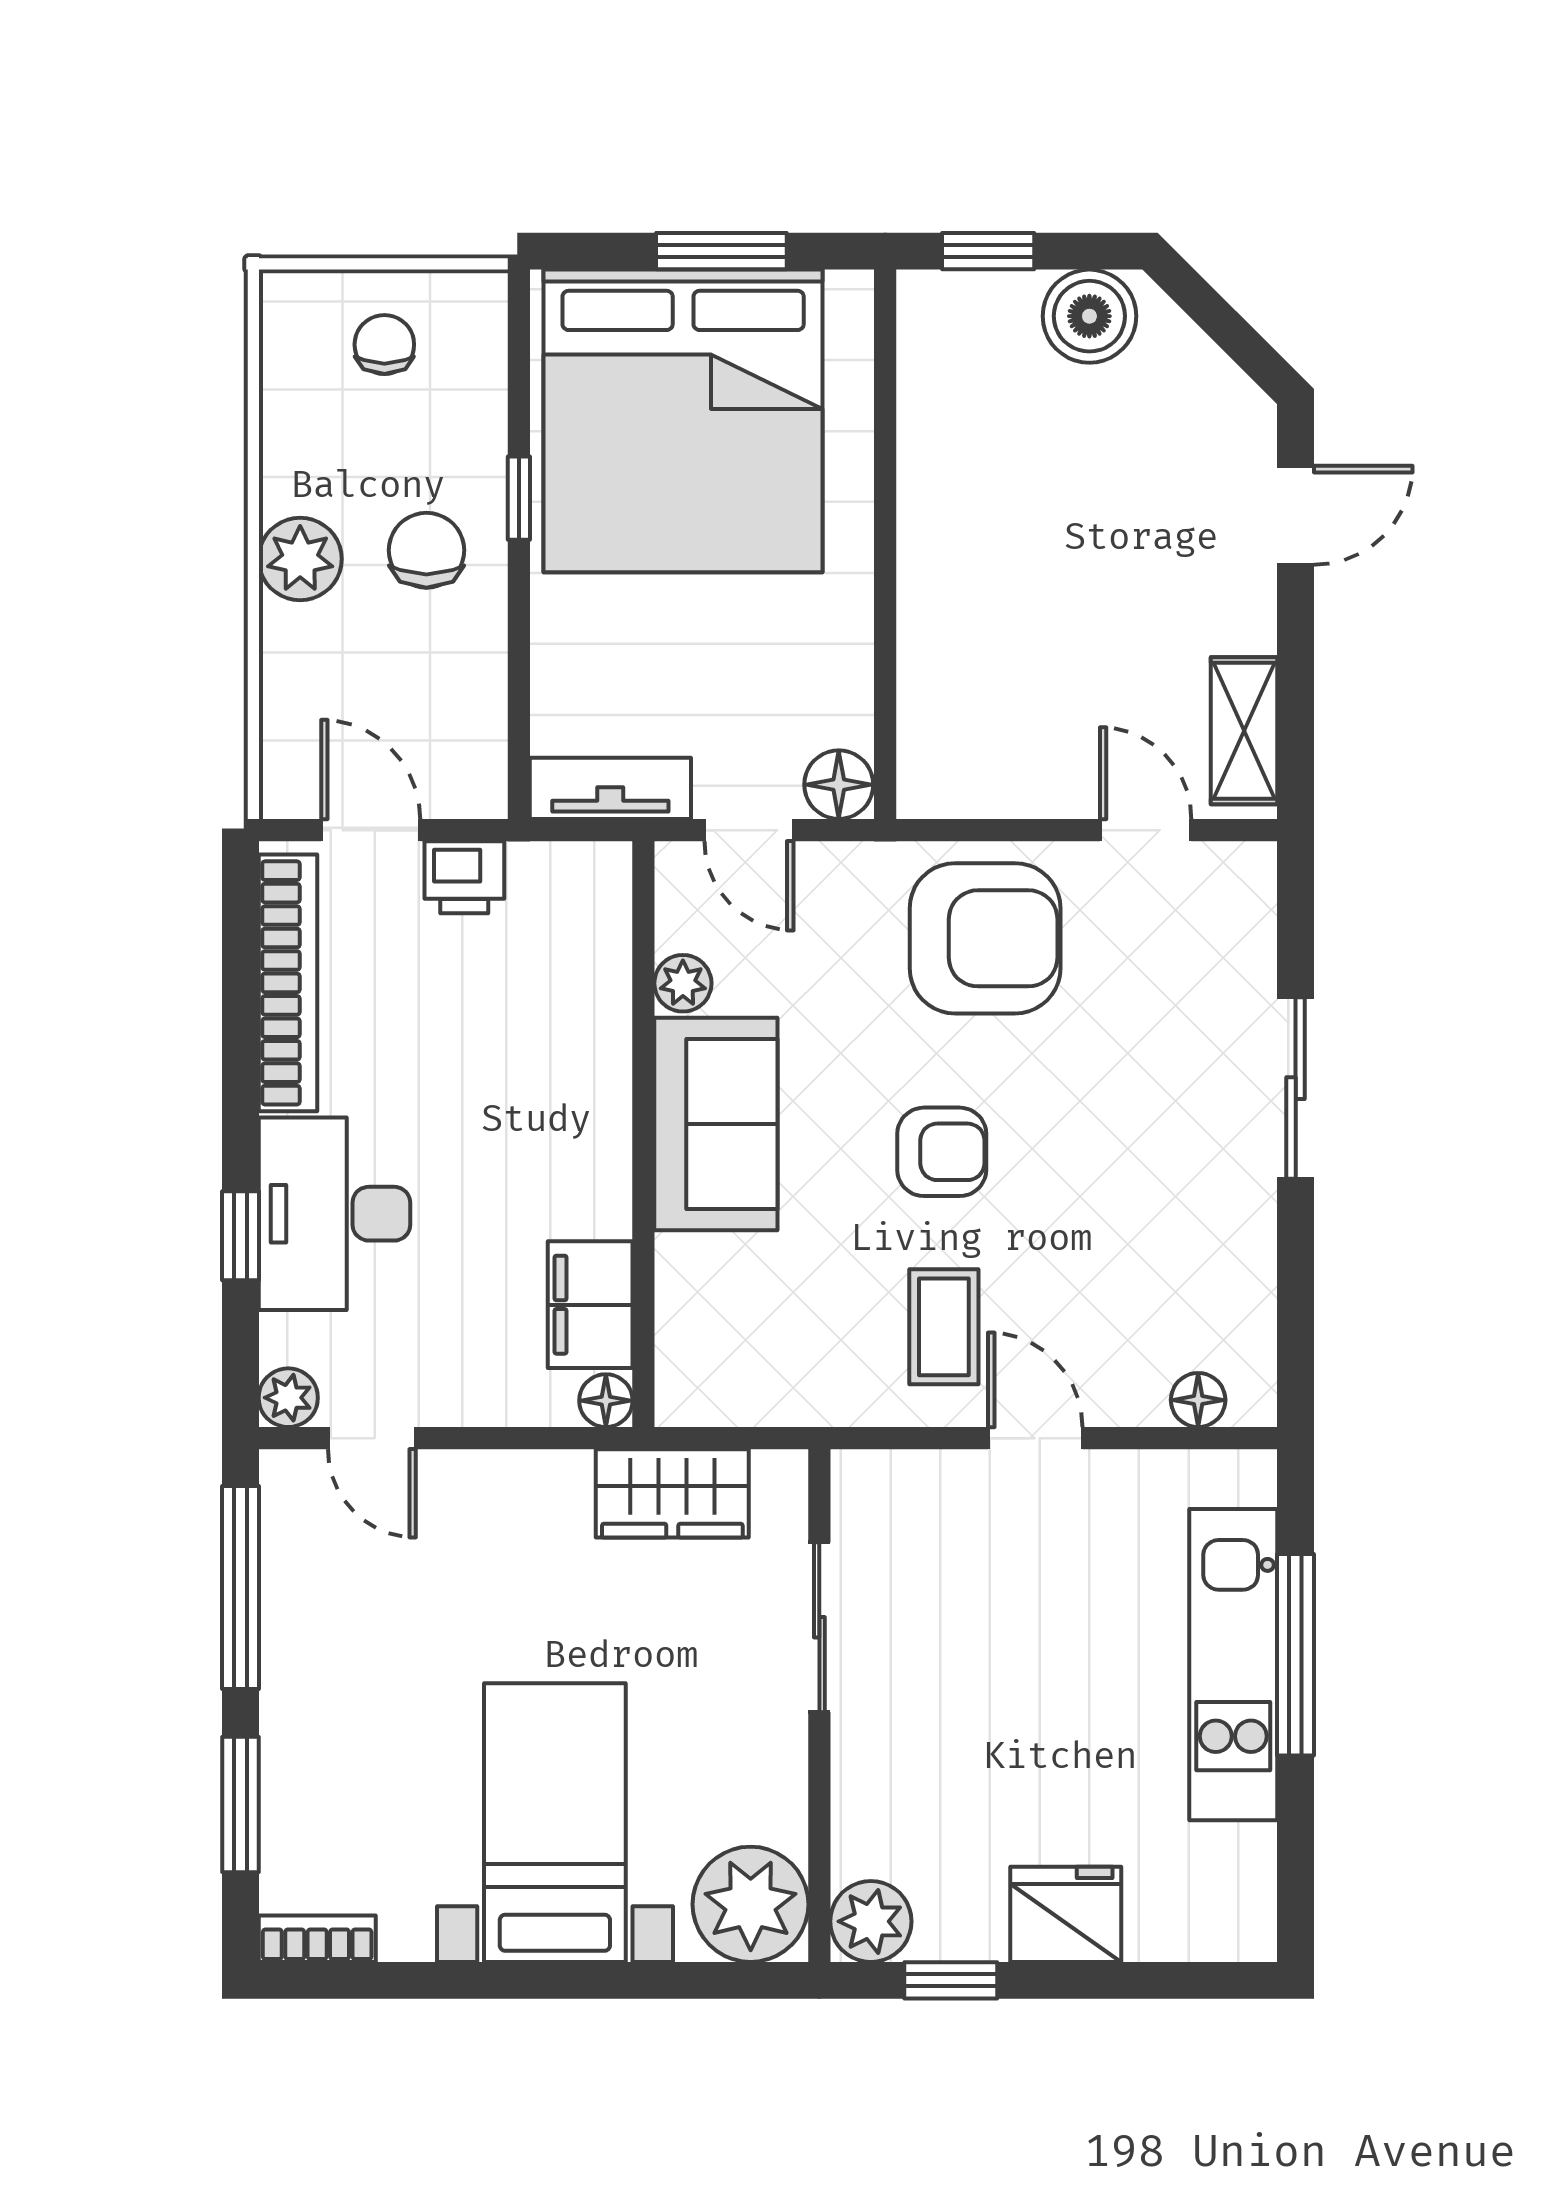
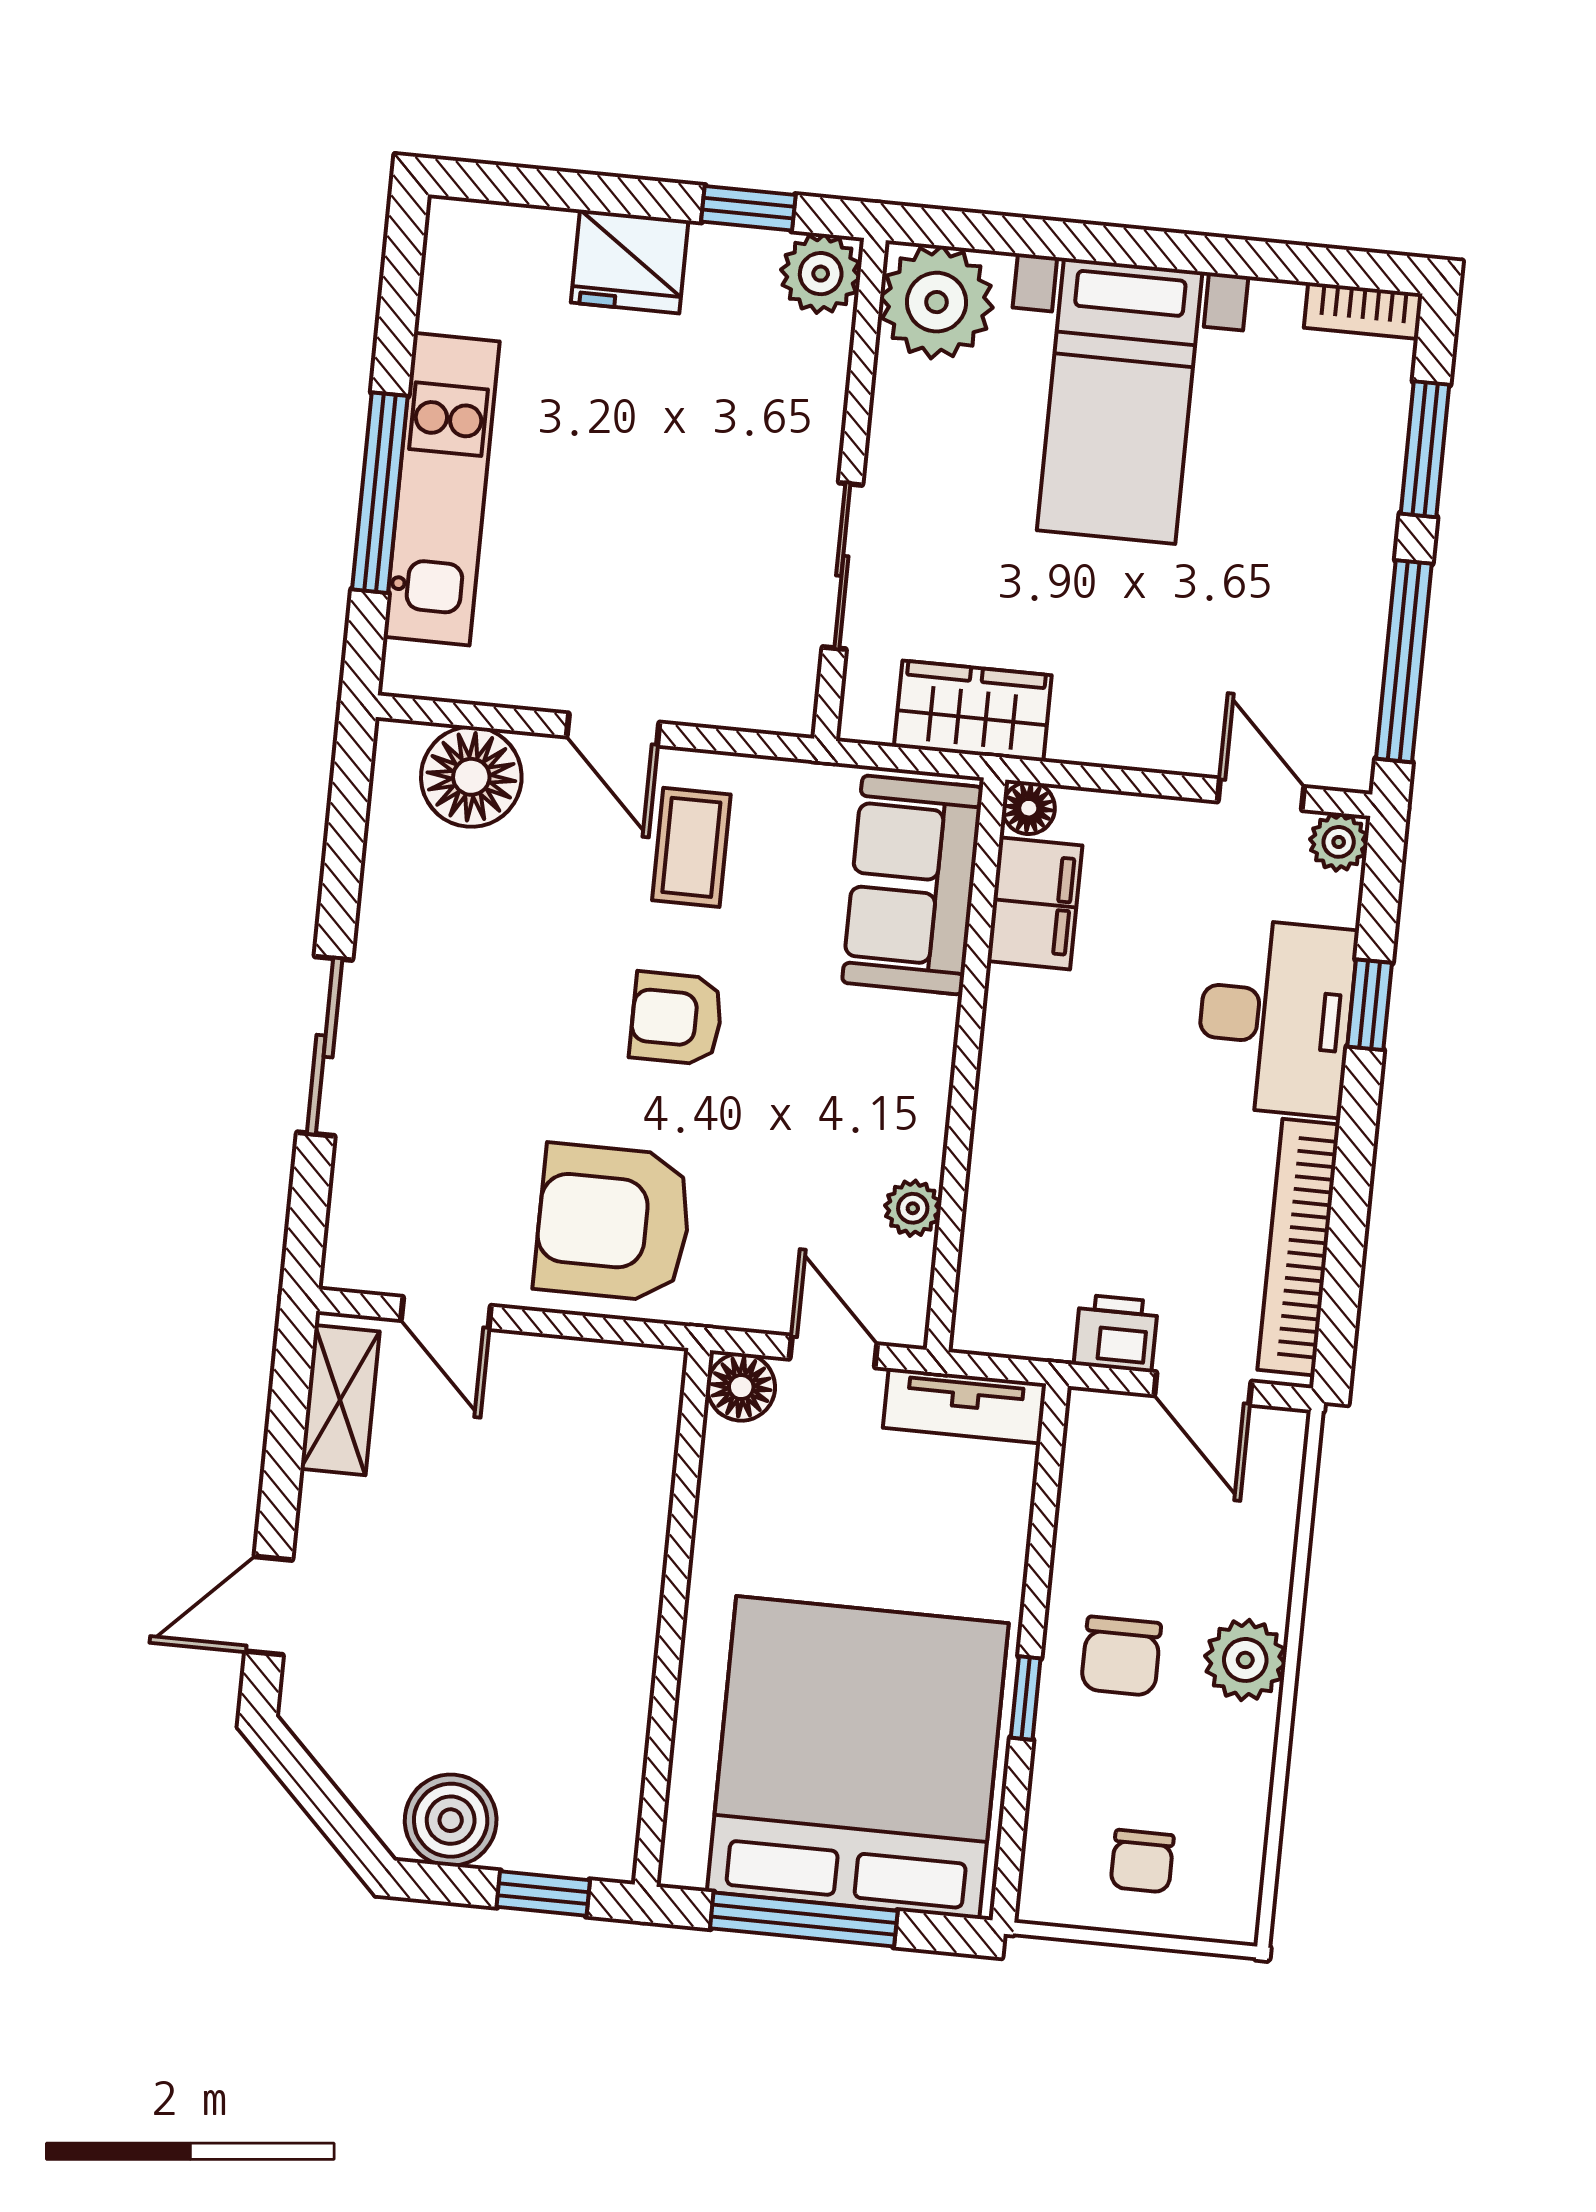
window: (721, 251) -> (804, 1920), width x1.44
sofa: (716, 1124) -> (912, 885), moved
floor lamp: (1198, 1400) -> (471, 777), width x1.89, depth x1.89

